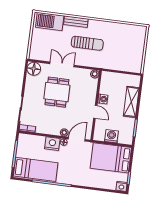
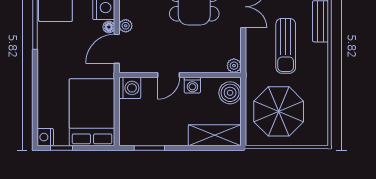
parasol: (124, 52) -> (279, 111), added
boiler: (110, 78) -> (230, 93), added
shelving: (131, 102) -> (215, 135), moved
washing machine: (111, 136) -> (130, 88), moved
door: (77, 139) -> (117, 49), swing flipped

